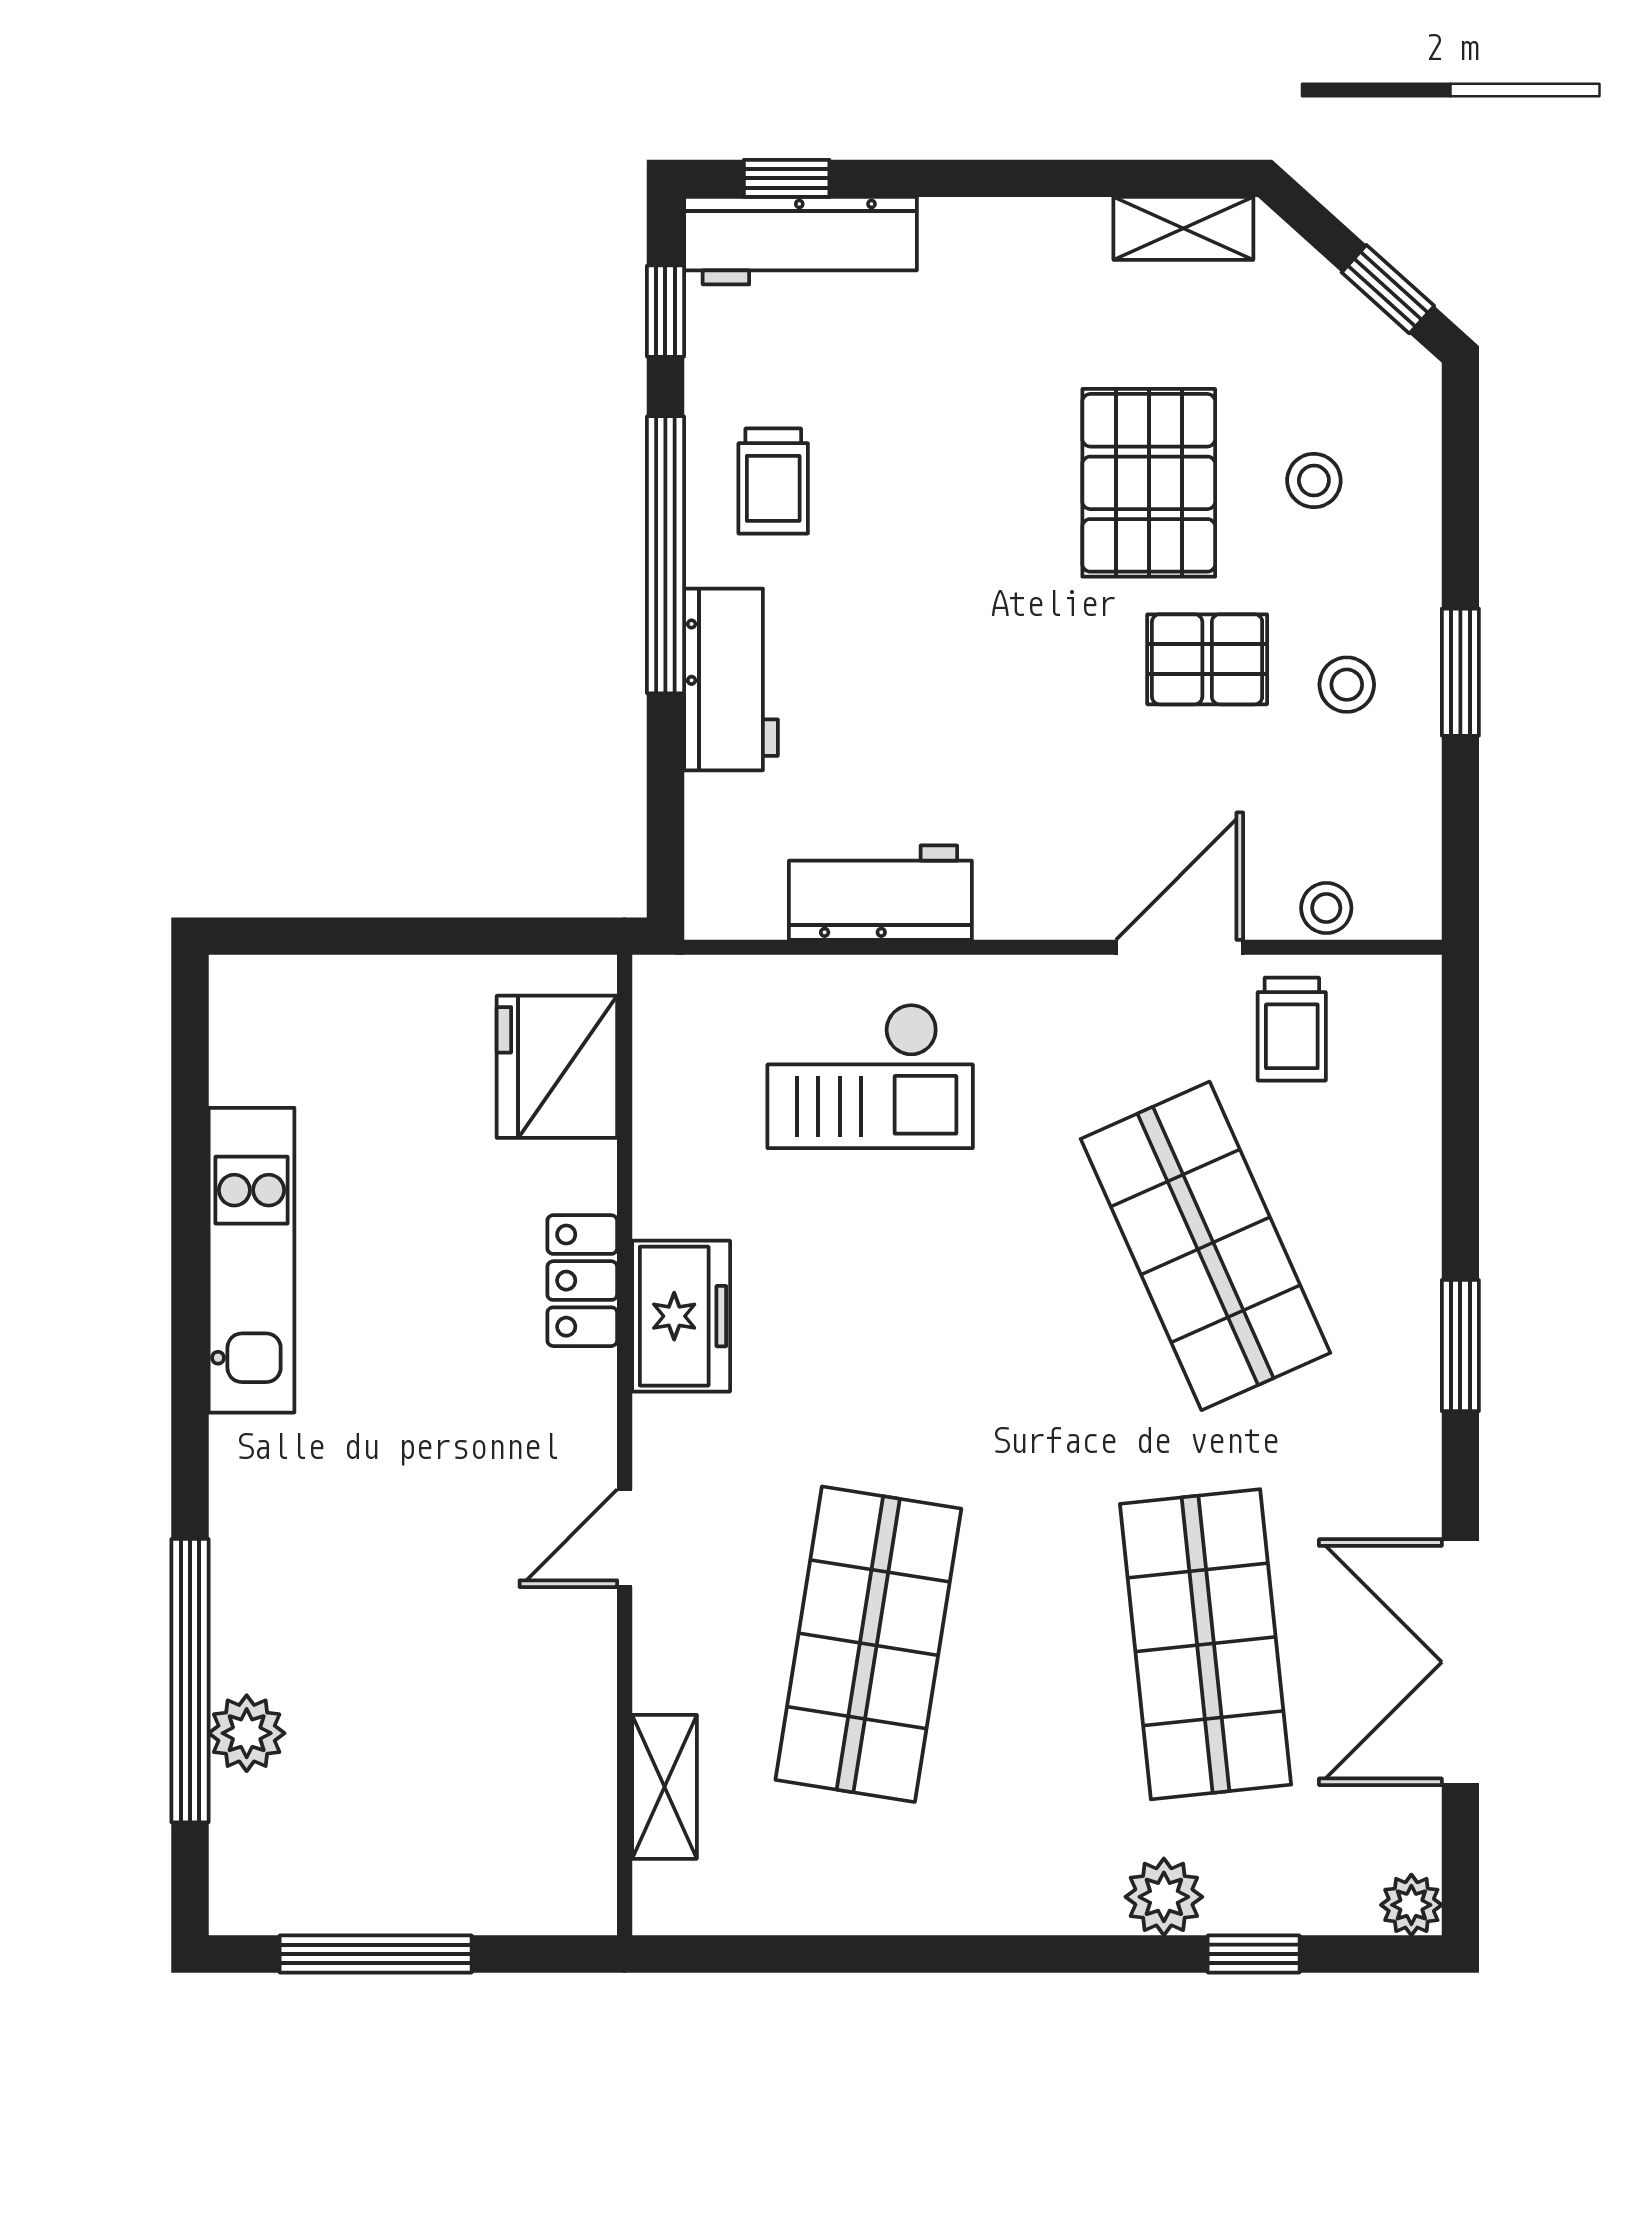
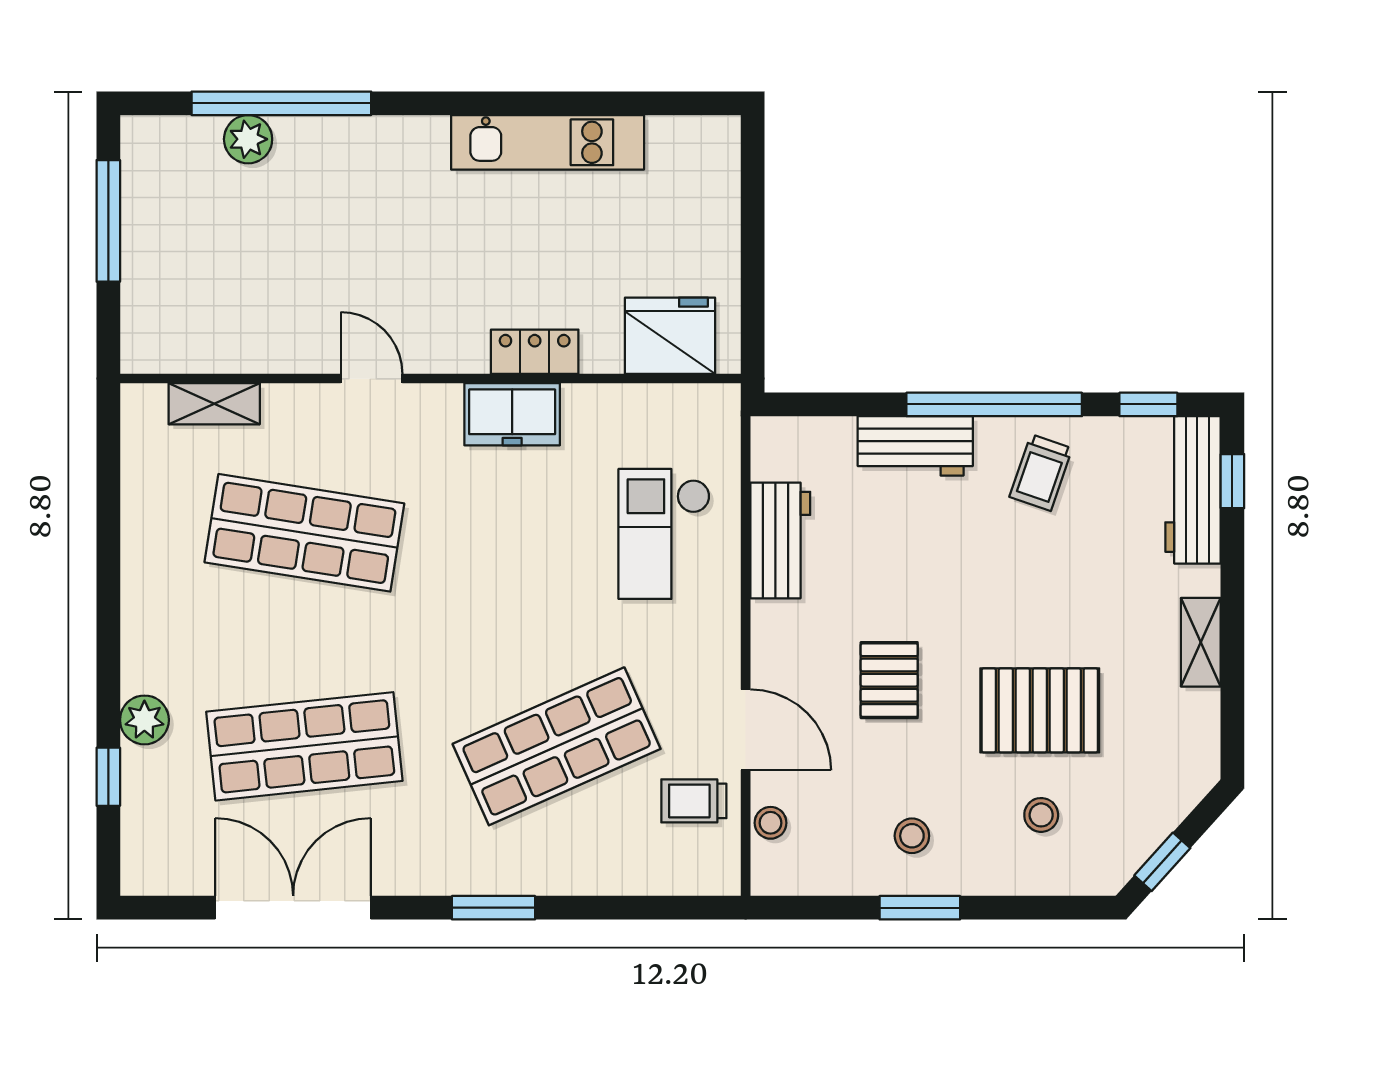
shelving: (1183, 228) -> (1201, 642), moved
trolley: (773, 481) -> (1041, 473), turned -71
pallet: (1207, 659) -> (889, 680), moved
plant: (1411, 1905) -> (139, 877), removed

